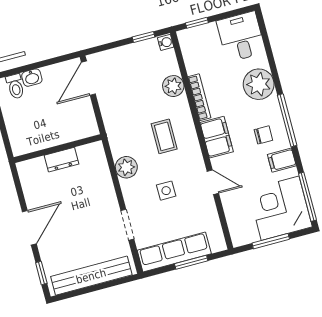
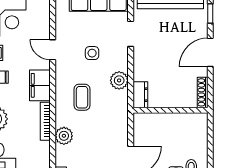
dresser: (62, 160) -> (140, 95), moved, turned 90
shoe rack: (26, 179) -> (203, 92), added

